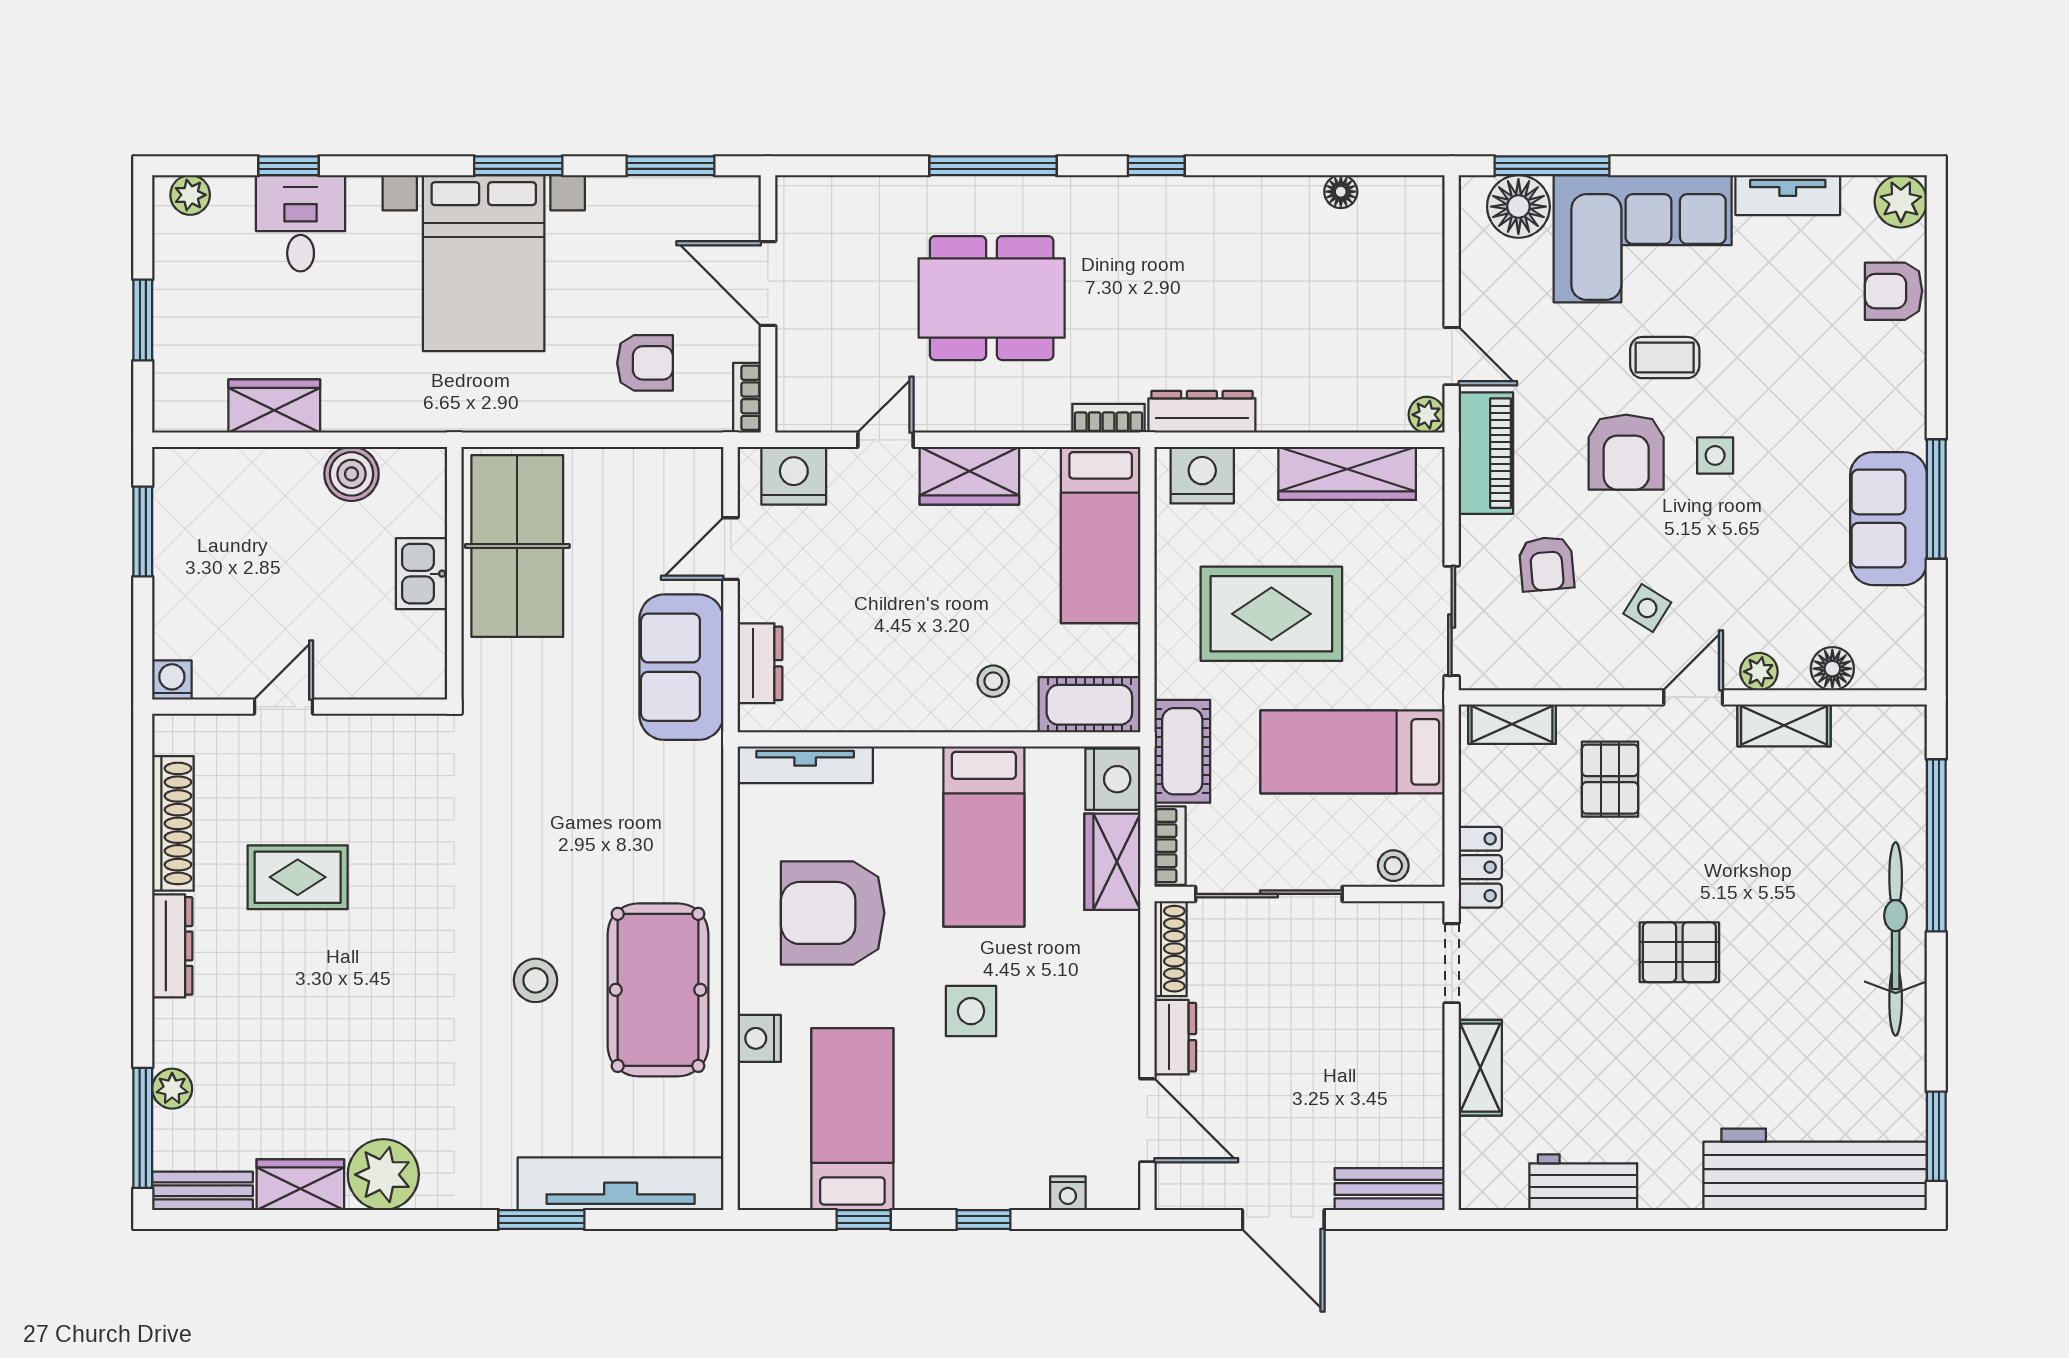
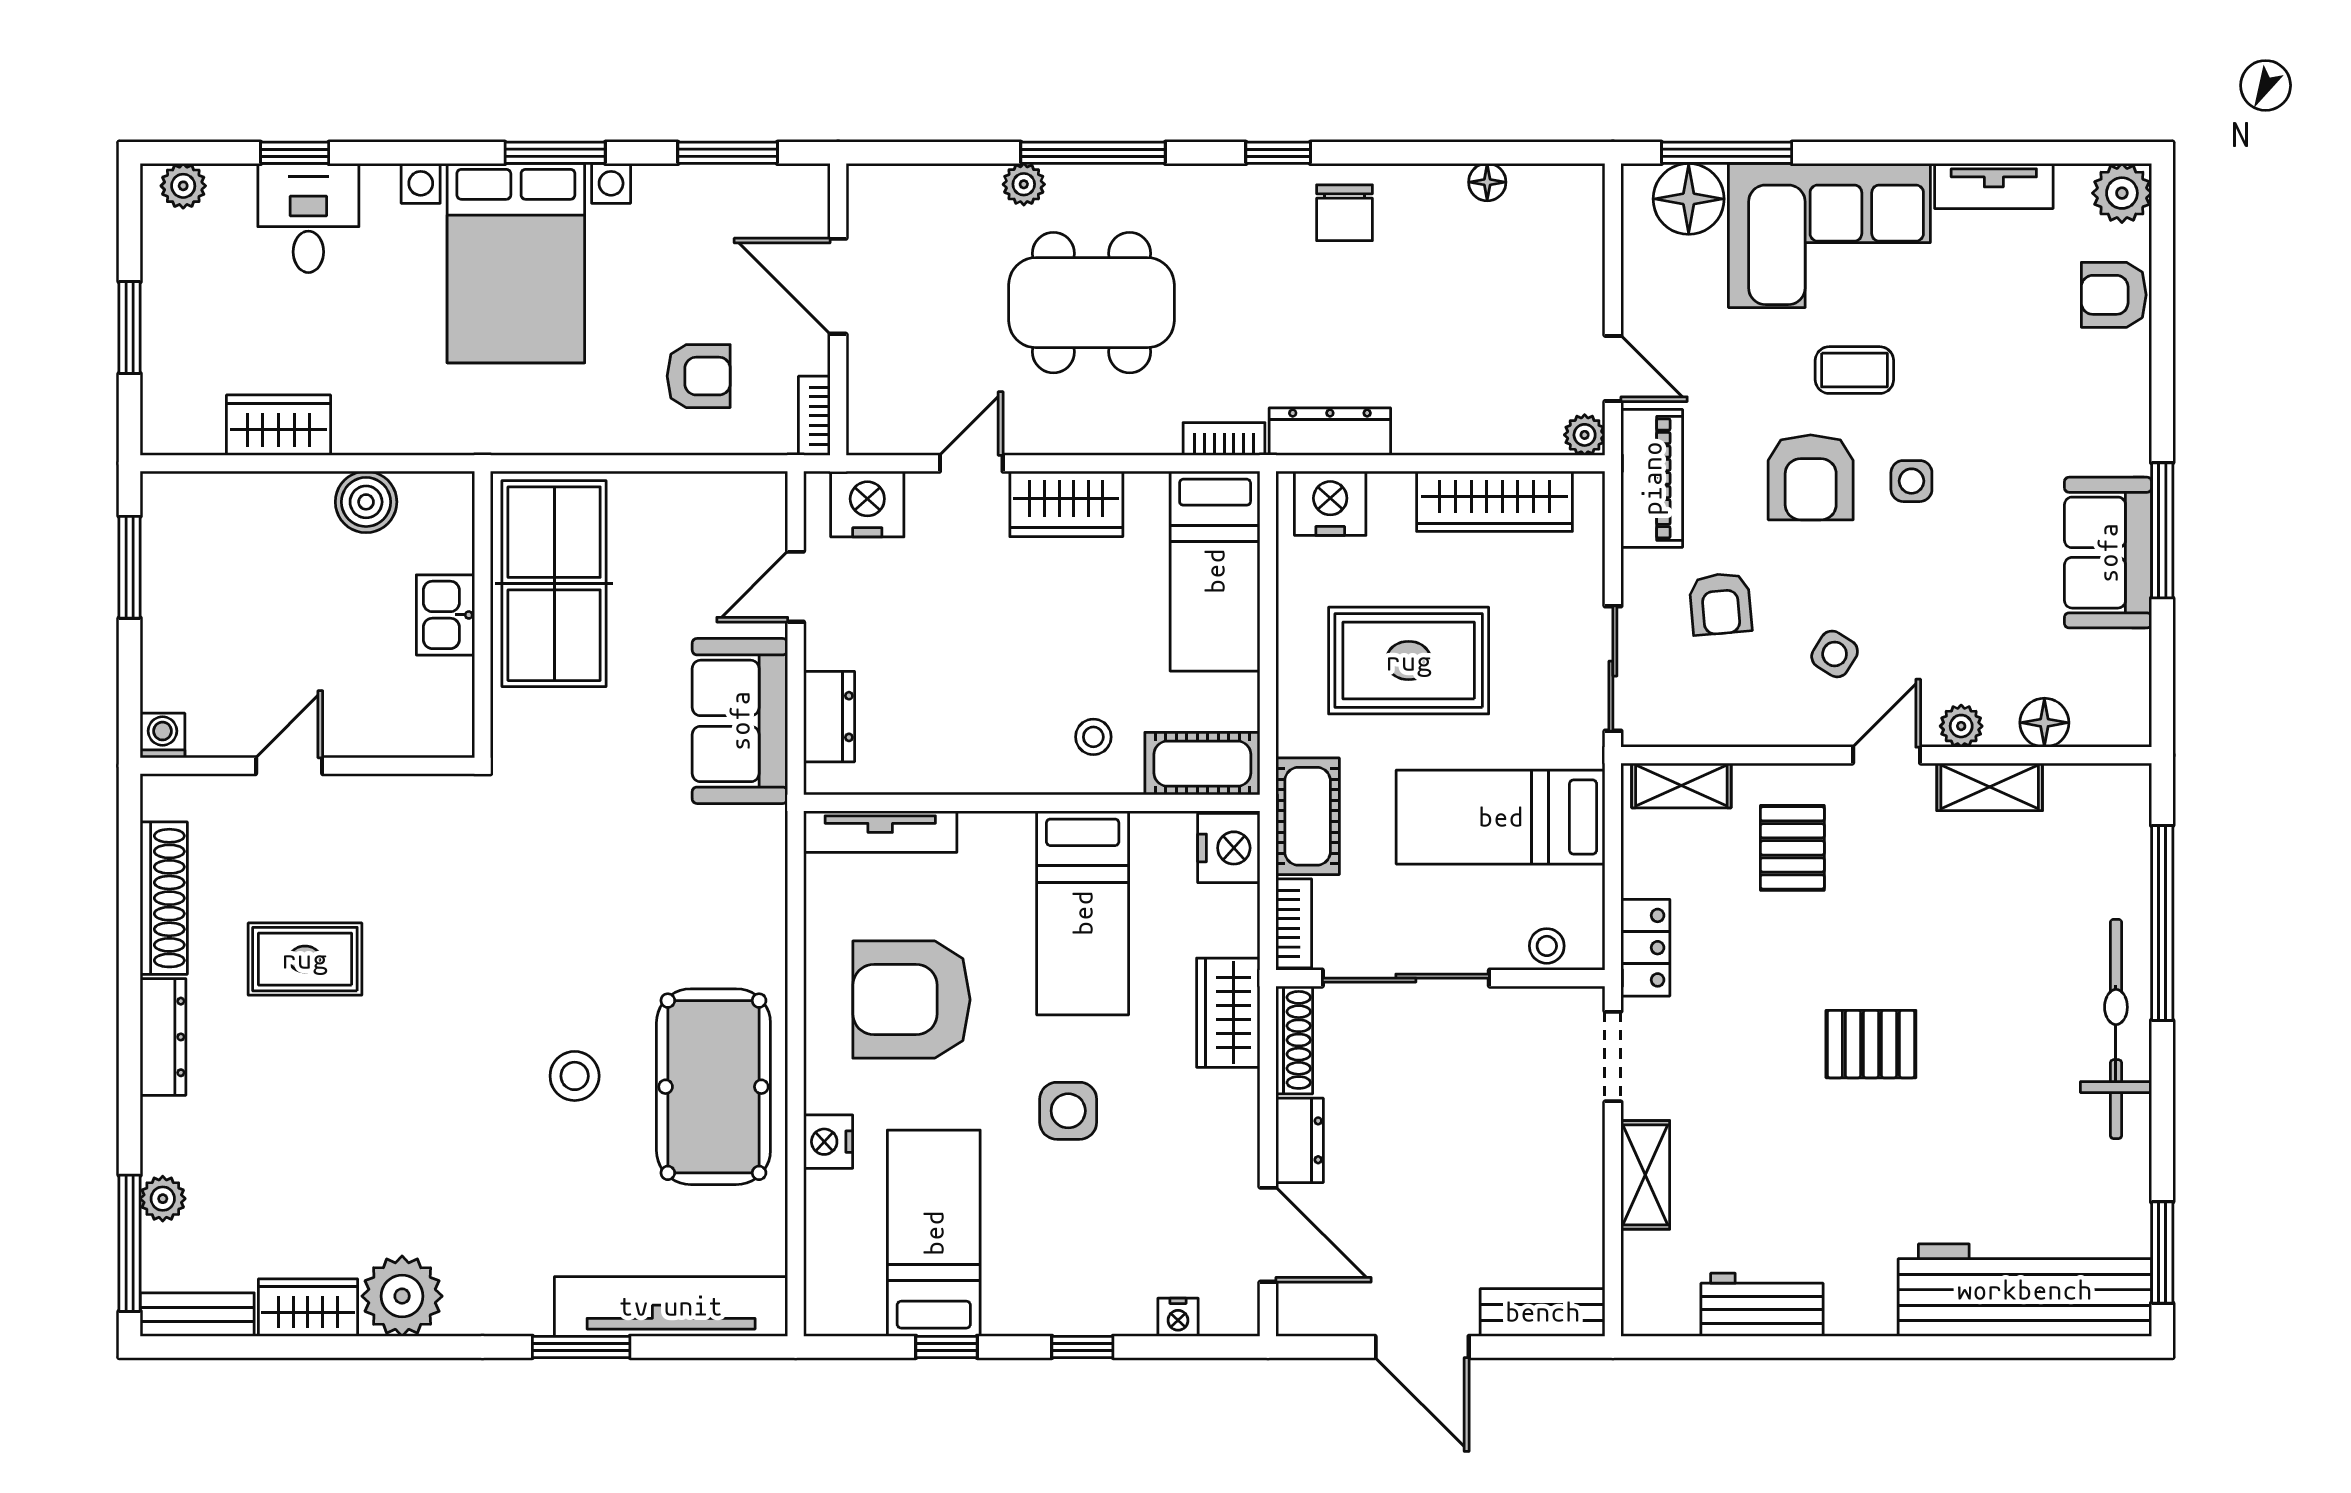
plant: (932, 194) -> (1024, 184), added
chair: (1215, 219) -> (1344, 213), added
wardrobe: (1112, 862) -> (1228, 1013), moved

